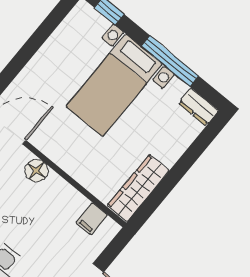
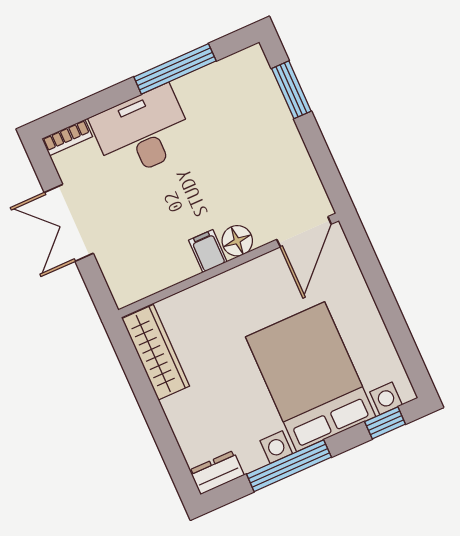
bed with nightstands: (114, 85) -> (311, 377), width x1.36
filing cabinet: (92, 219) -> (208, 251), moved

